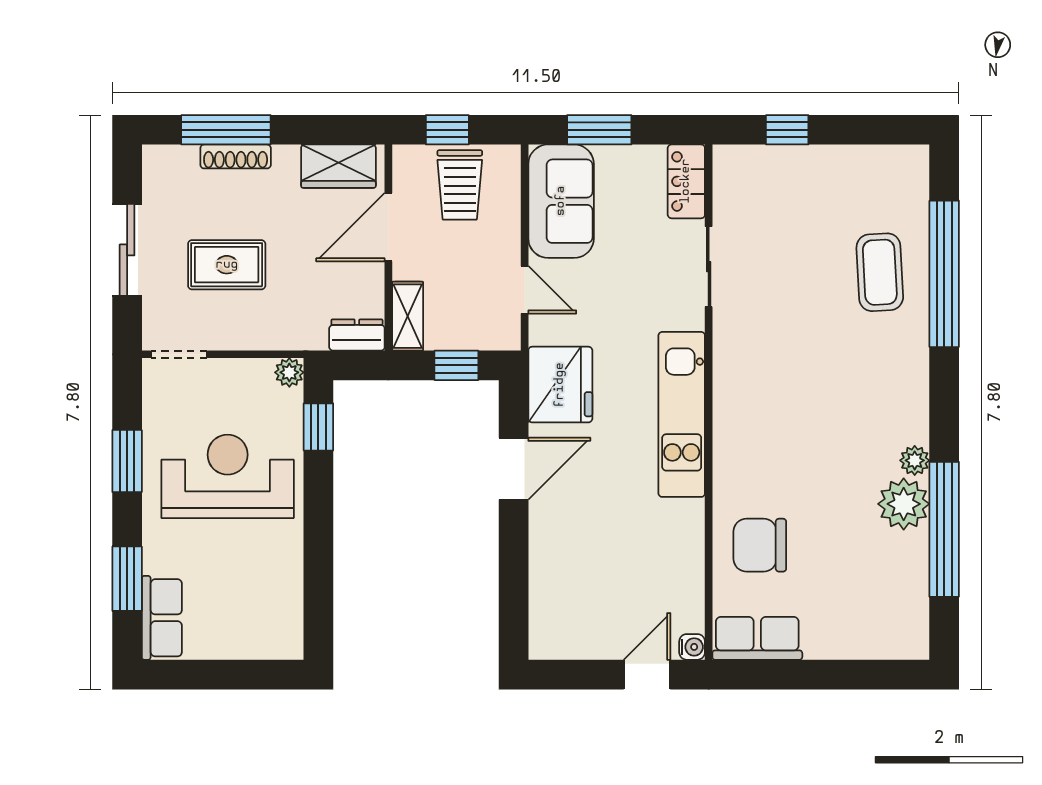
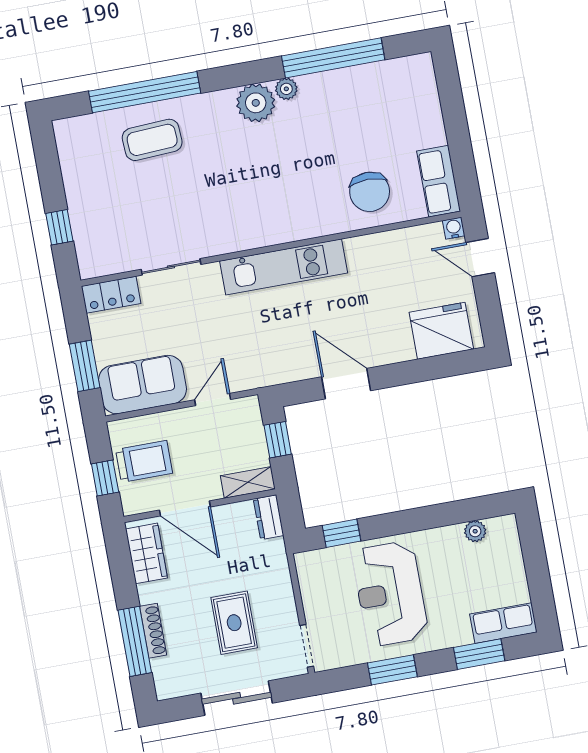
plant: (289, 372) -> (475, 531), moved
fridge: (560, 385) -> (441, 331), moved
plant: (904, 504) -> (256, 103), moved

